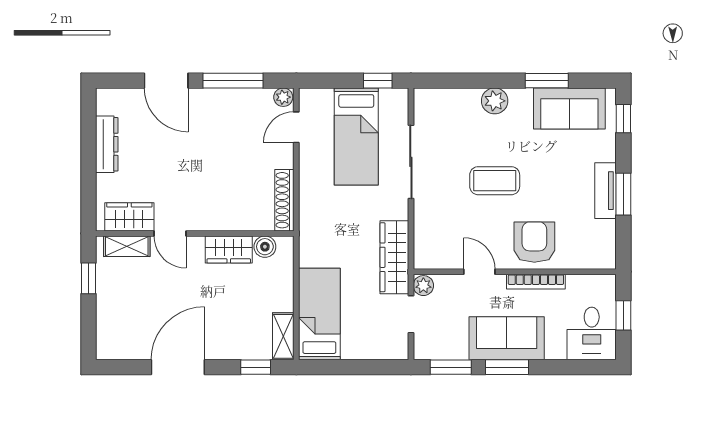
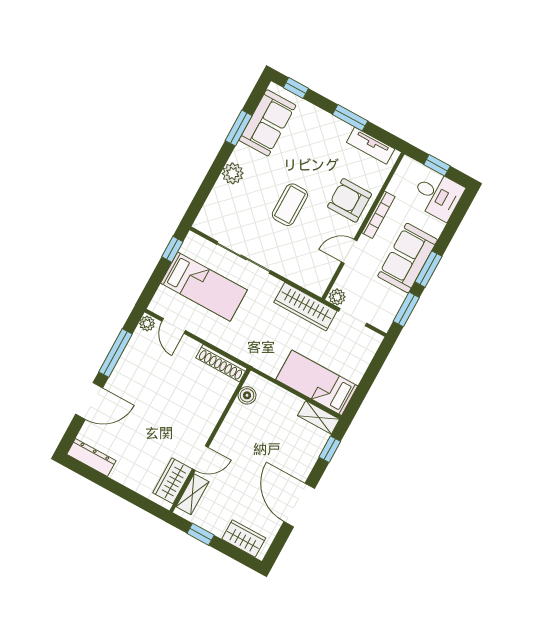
dresser: (107, 144) -> (91, 457), moved
tv unit: (606, 191) -> (371, 146), moved
wardrobe: (229, 249) -> (244, 539), moved, turned -90

